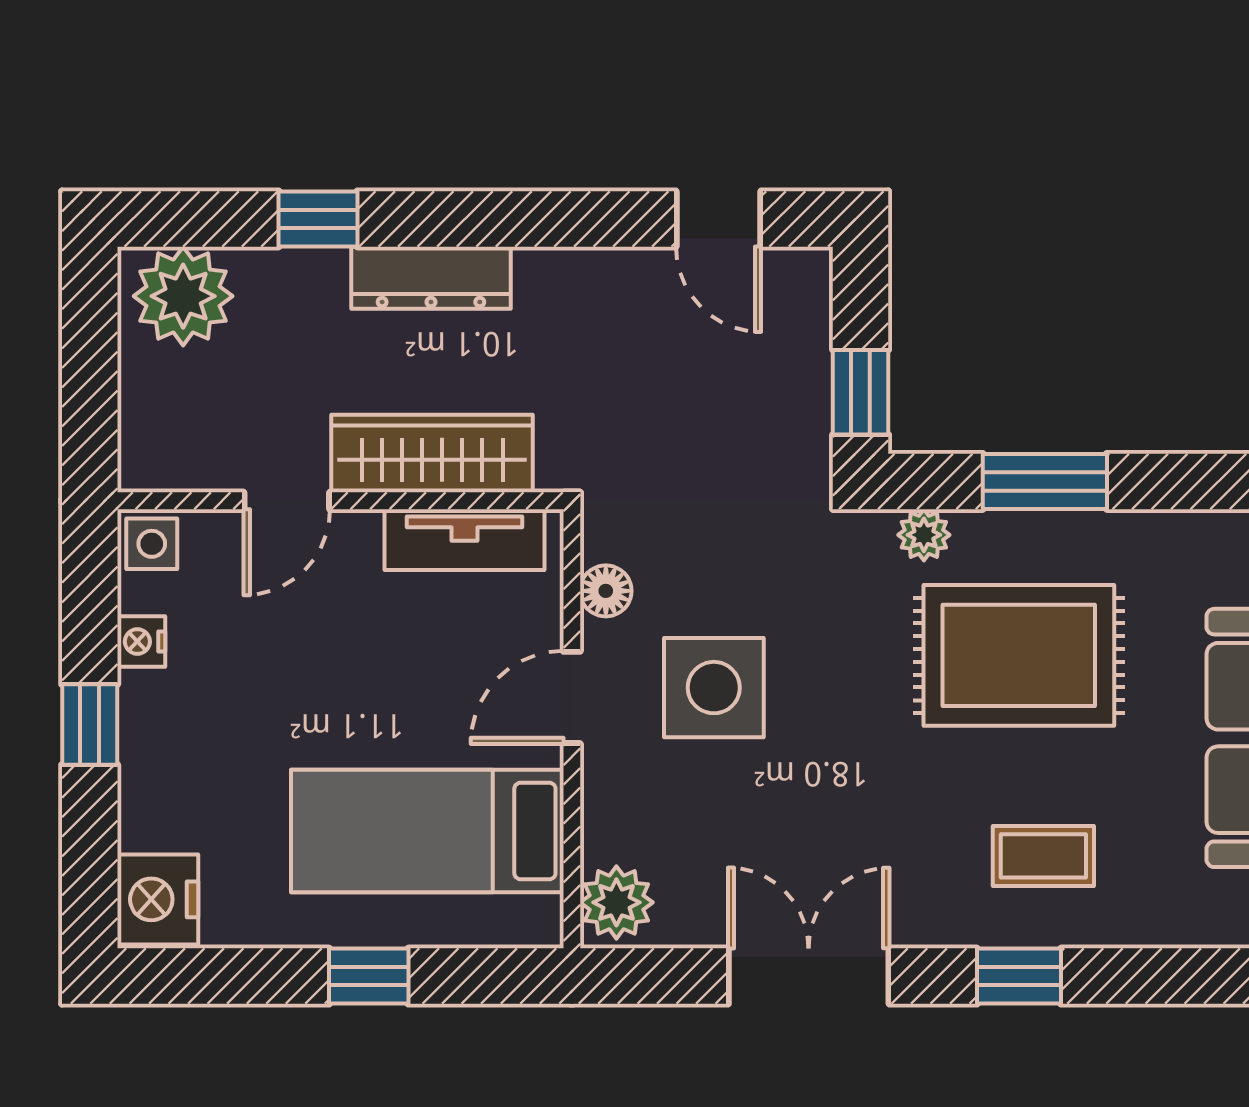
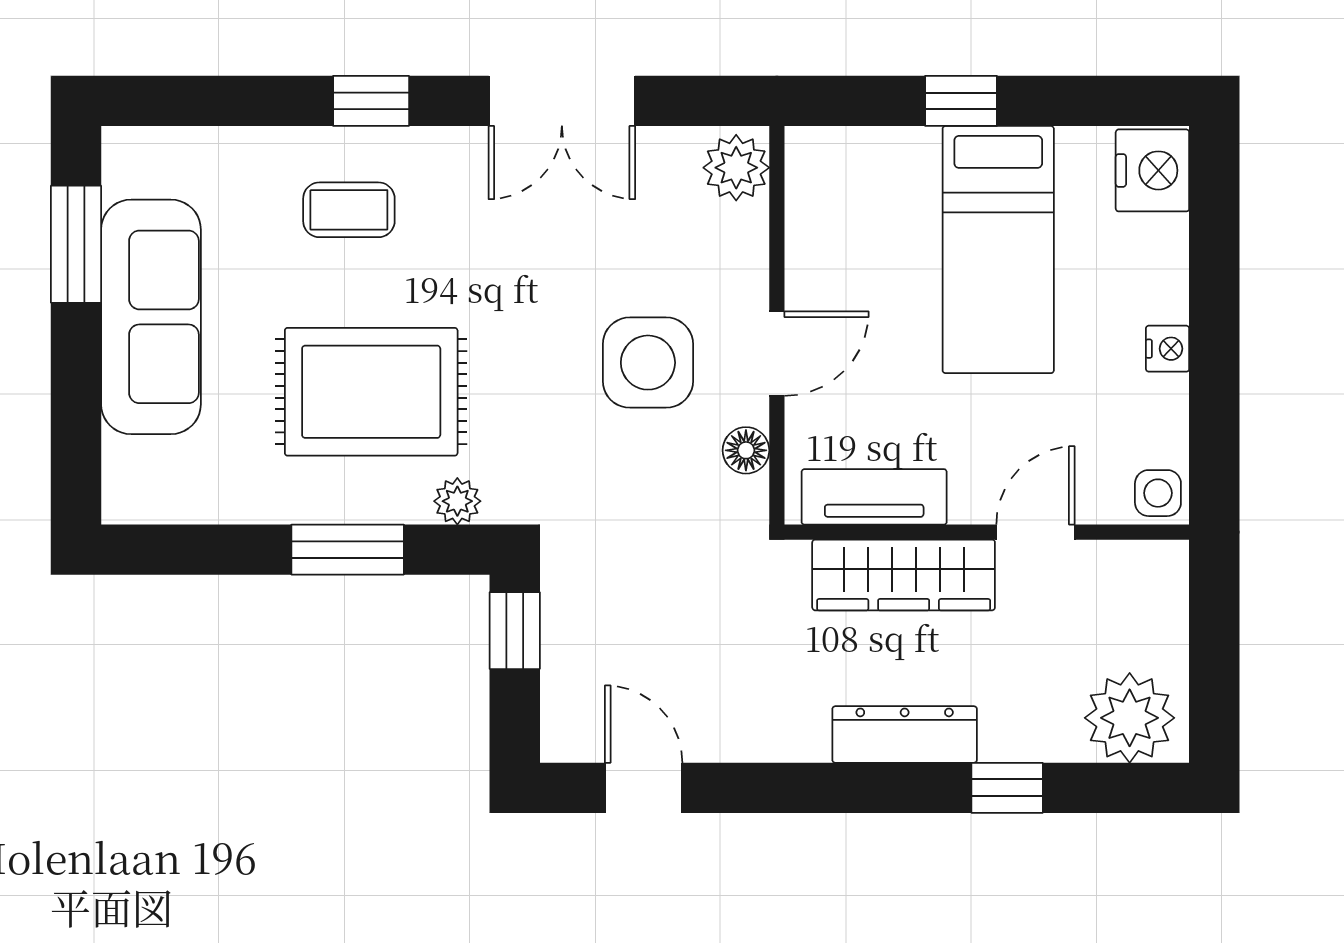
nightstand: (141, 642) -> (1168, 349), moved
window: (90, 724) -> (1214, 329), removed
bed: (427, 831) -> (998, 250), moved, turned 90

